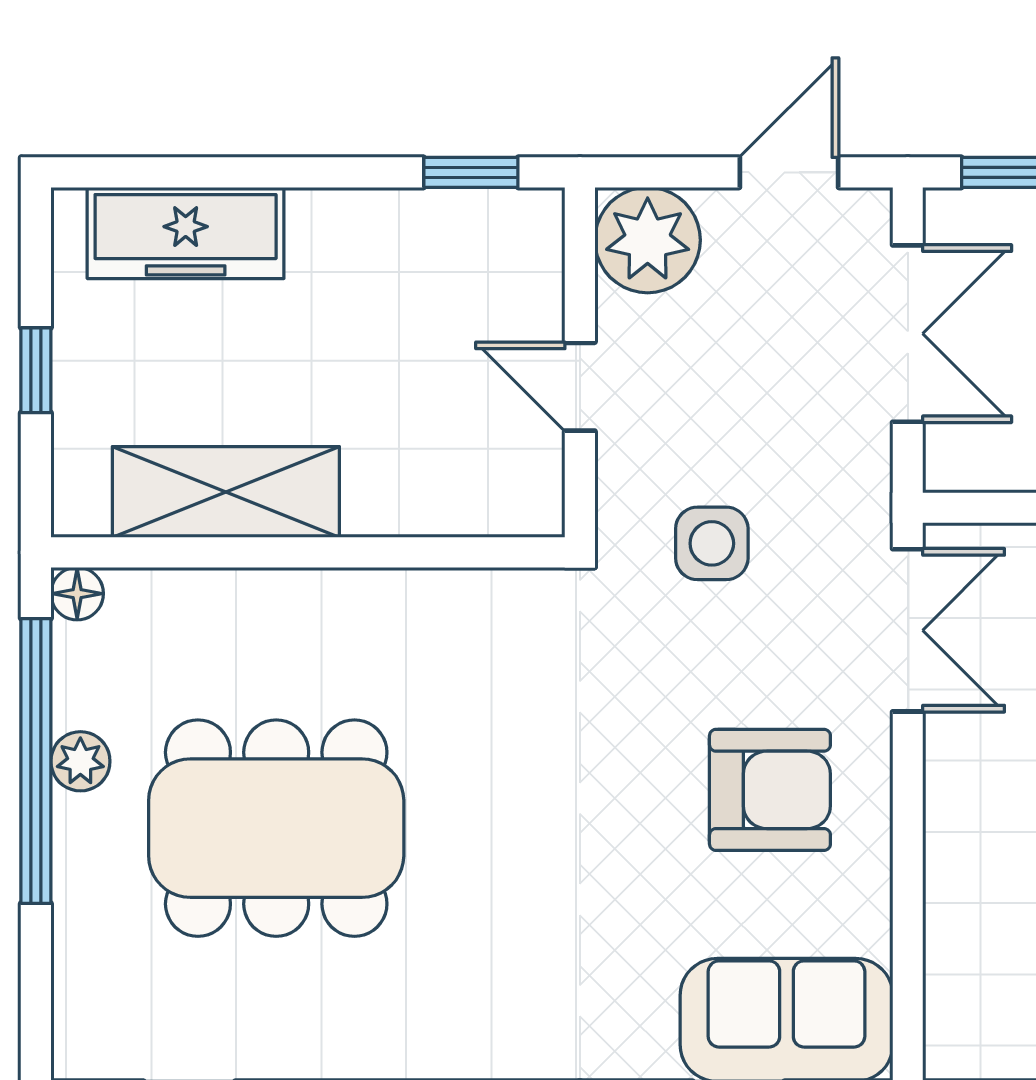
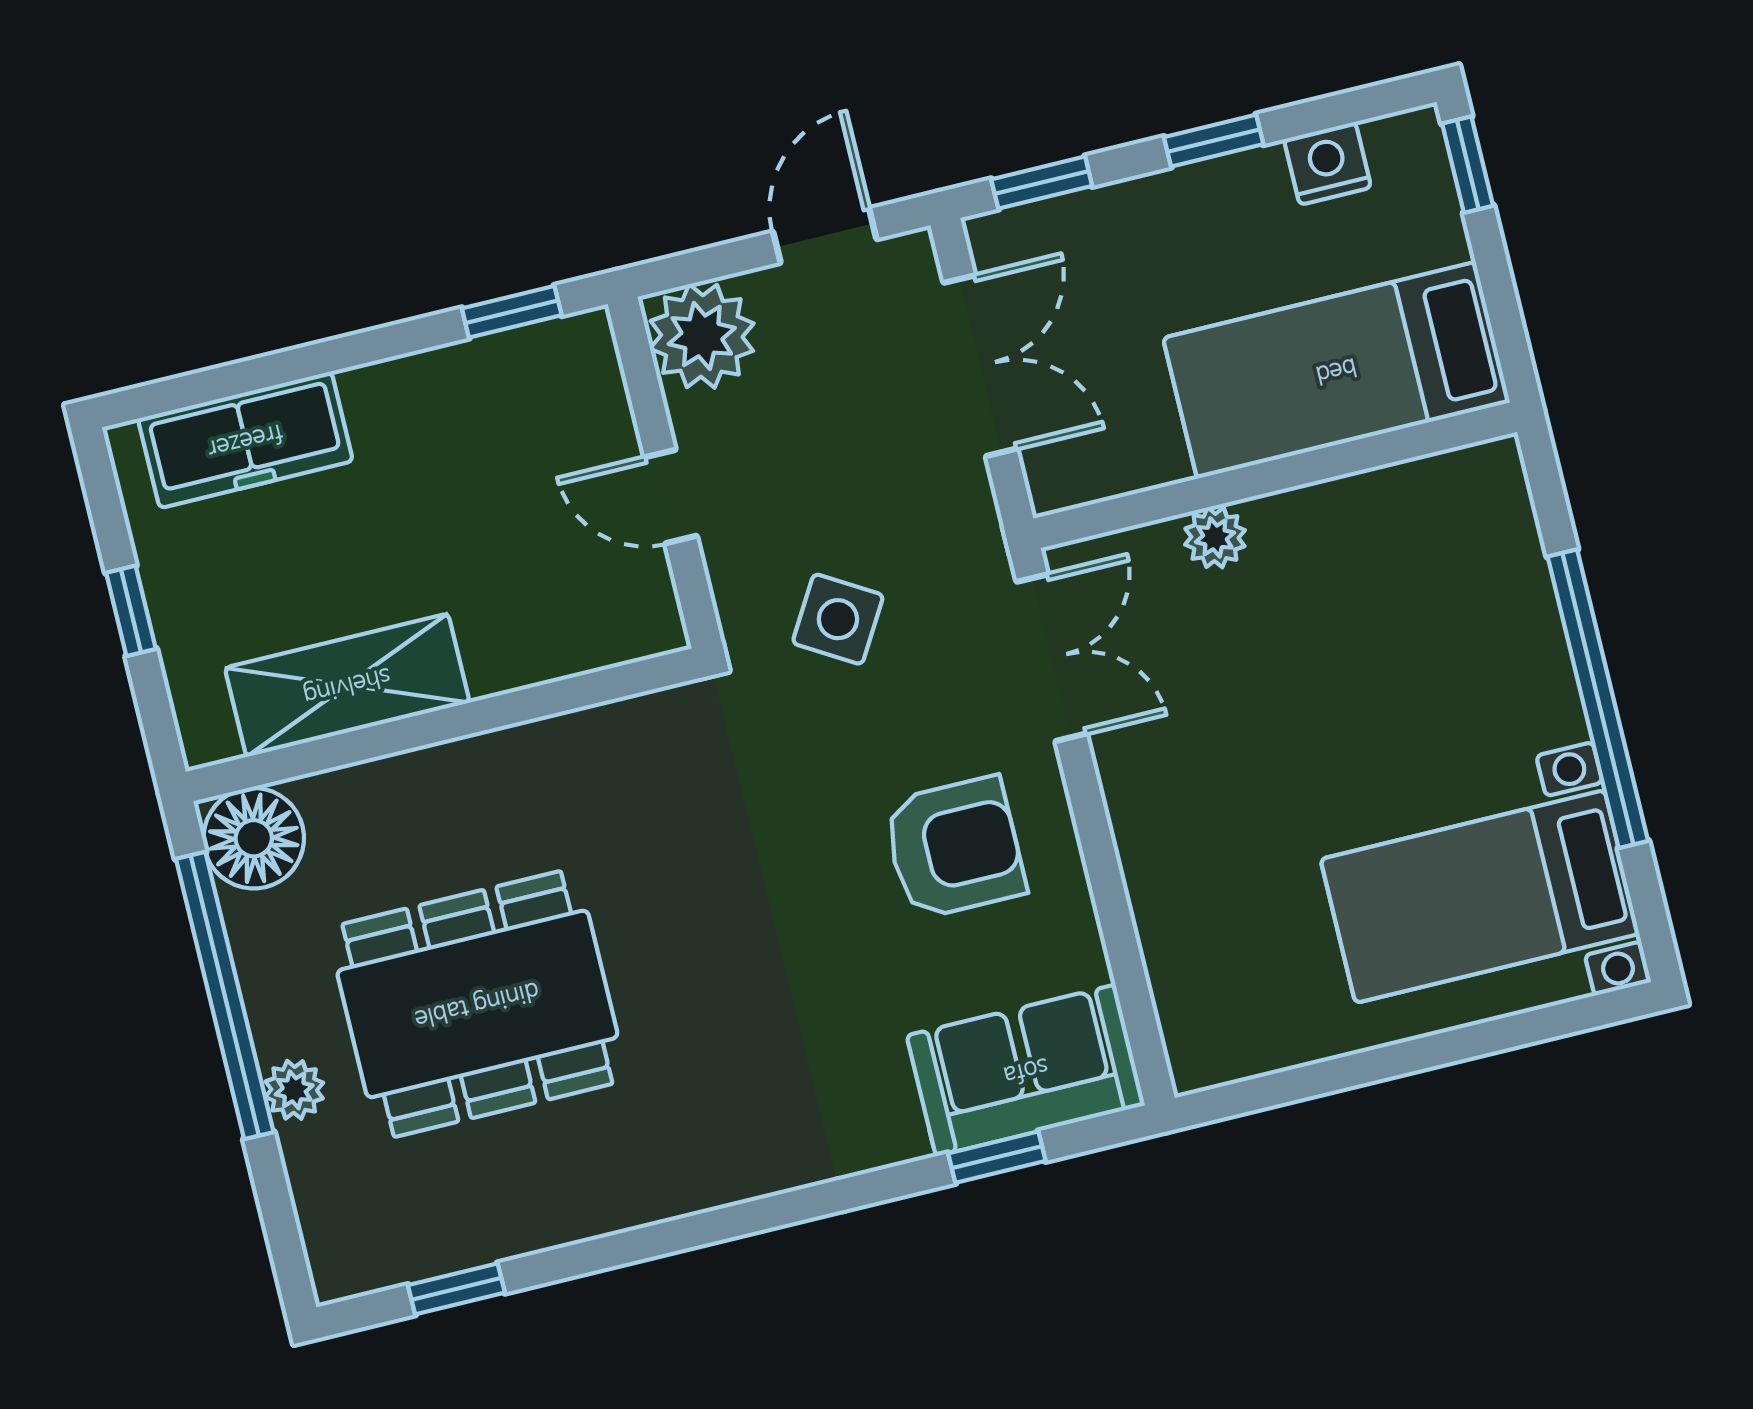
side table: (712, 543) -> (838, 619), turned 31
floor lamp: (77, 594) -> (254, 838), width x1.89, depth x1.89
plant: (80, 761) -> (294, 1090), moved

